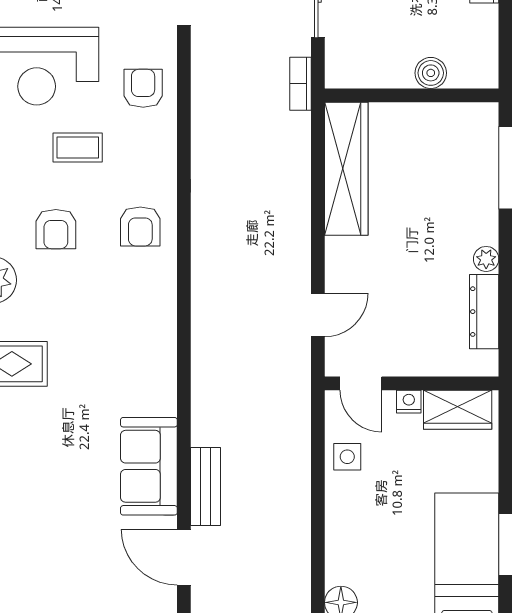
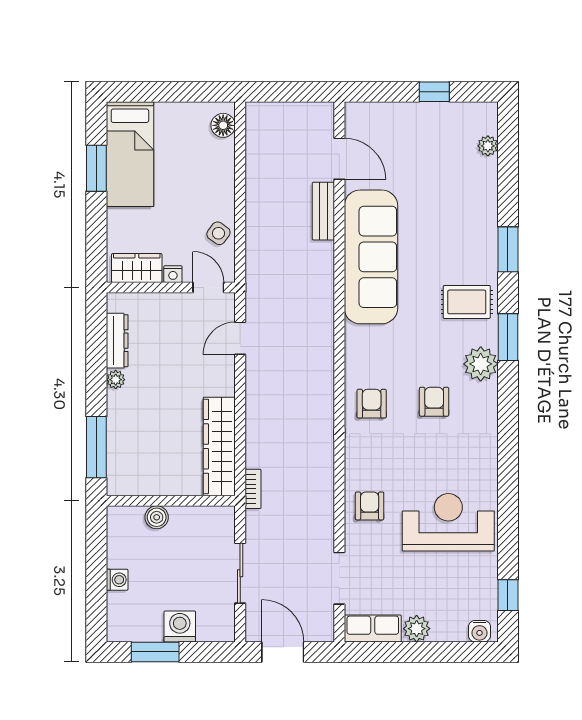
bookcase: (301, 84) -> (253, 489), moved
armchair: (143, 88) -> (370, 506), turned 180
coffee table: (78, 147) -> (418, 462), removed
side table: (347, 457) -> (218, 233), turned 36
sofa: (149, 466) -> (371, 257), width x1.85, depth x1.27

